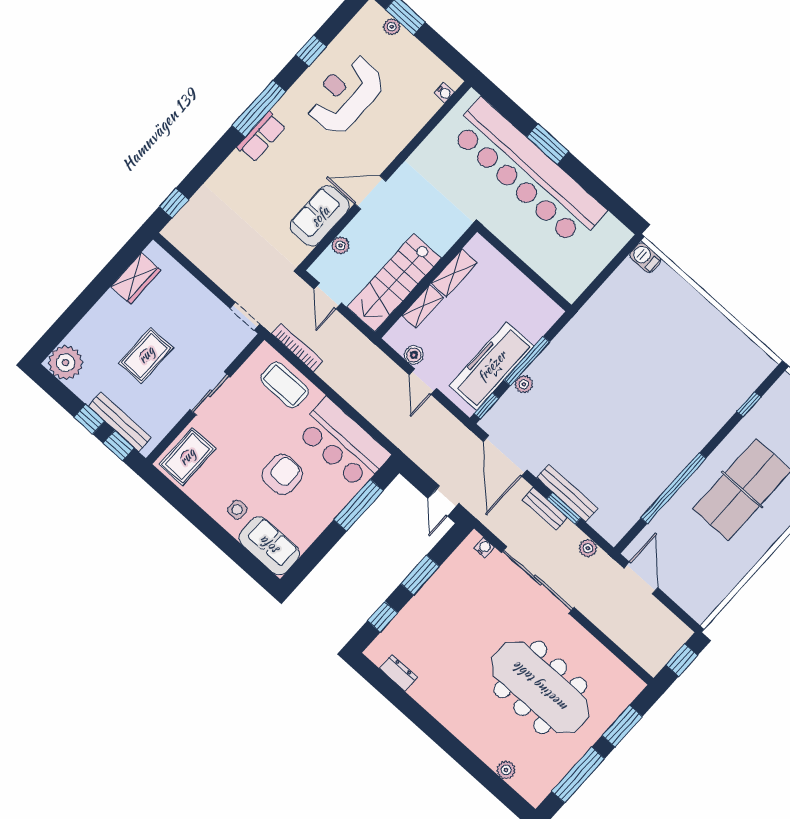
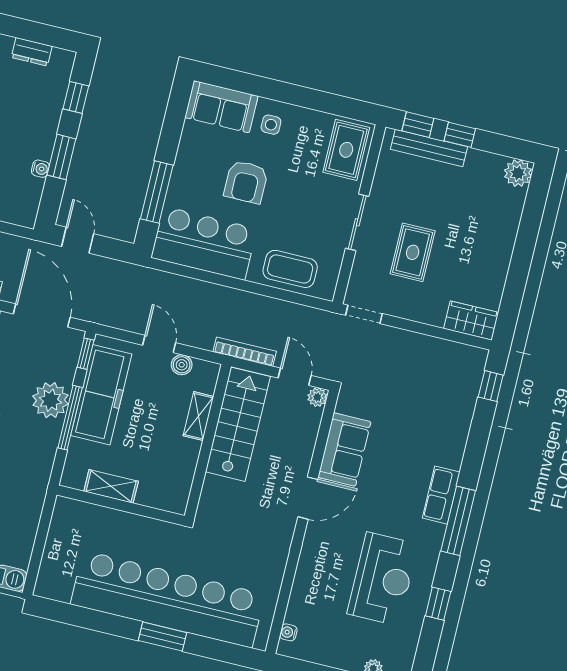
plant: (340, 245) -> (317, 397), moved
shelving: (454, 273) -> (111, 486), moved, turned 90
wardrobe: (136, 278) -> (471, 321), moved, turned 90
bookcase: (297, 348) -> (245, 352), moved, turned 180
rug: (146, 355) -> (413, 252), moved
plant: (66, 363) -> (518, 173), width x0.73, depth x0.73
plant: (524, 384) -> (50, 400), width x1.87, depth x1.87
water cooler: (484, 548) -> (40, 169), moved, turned -90

